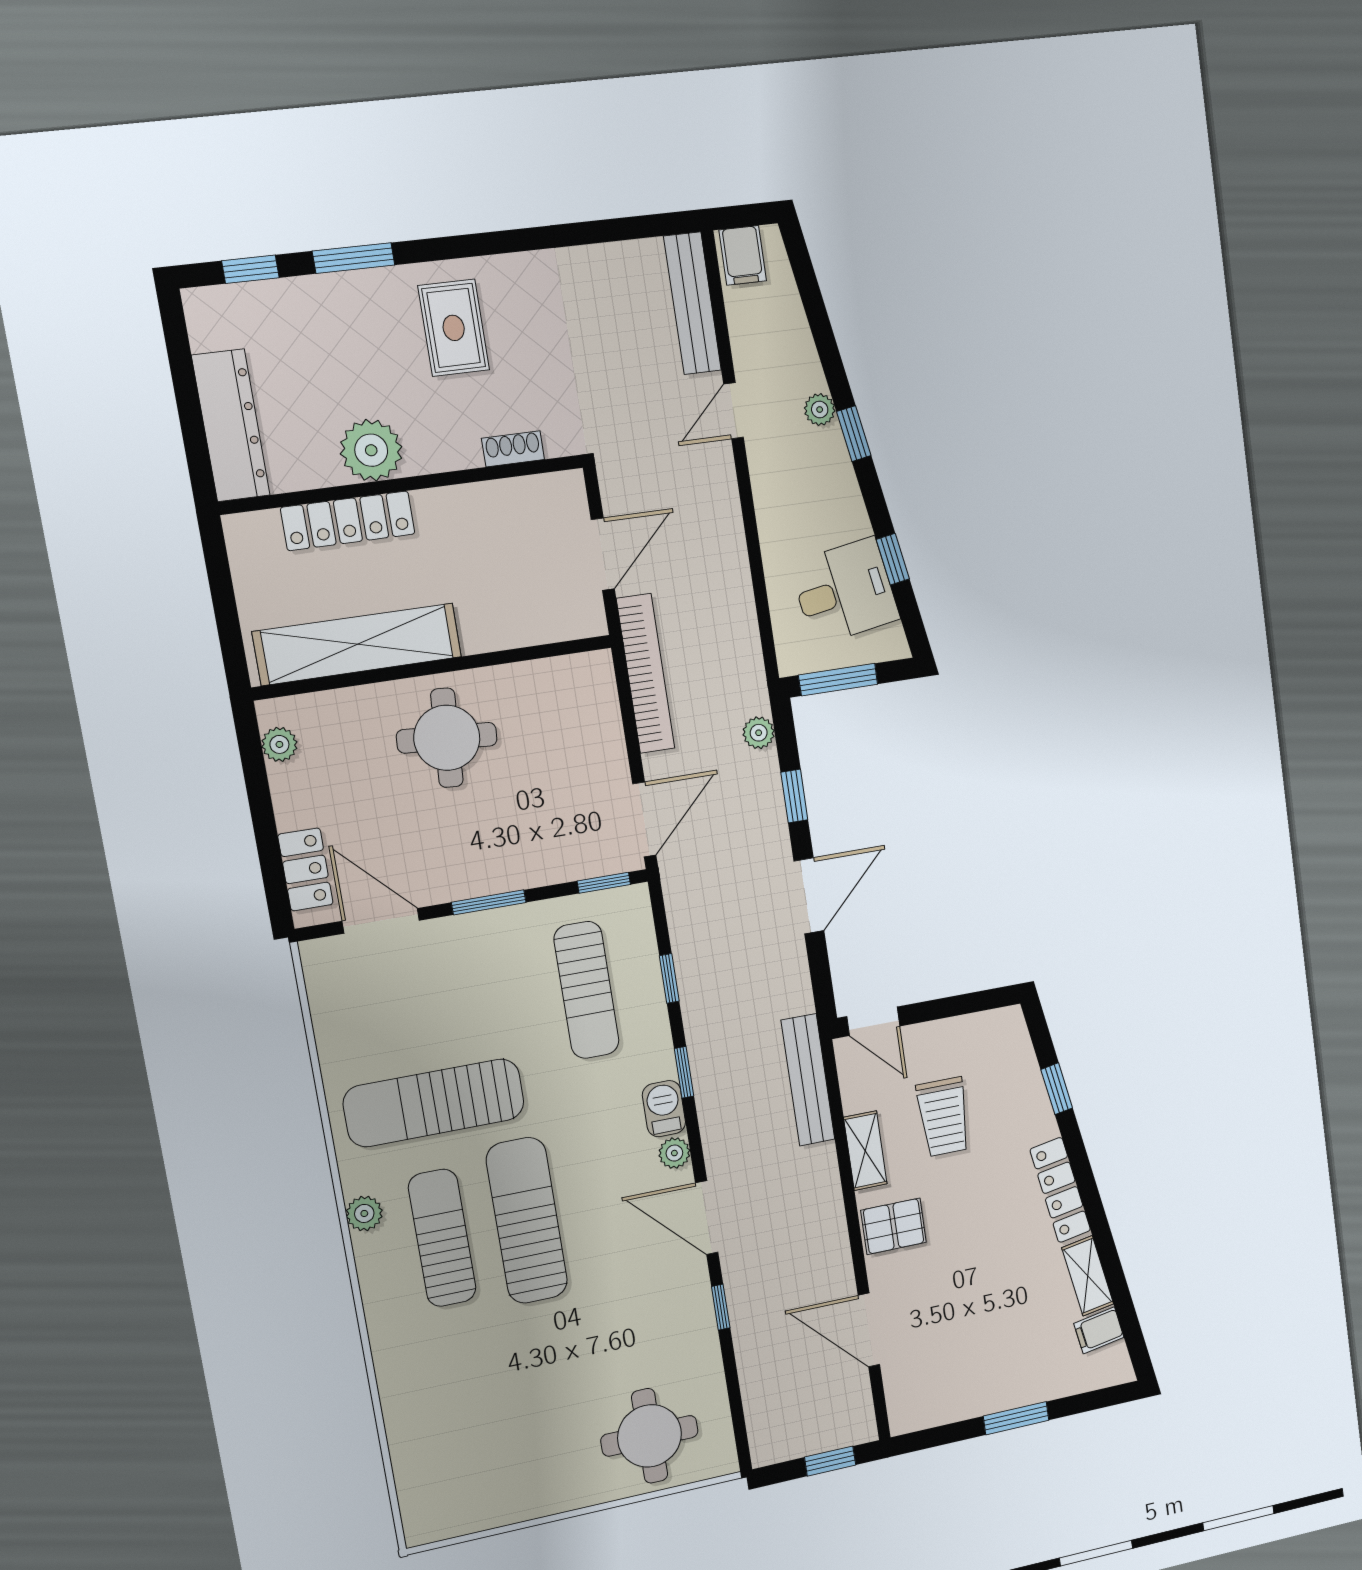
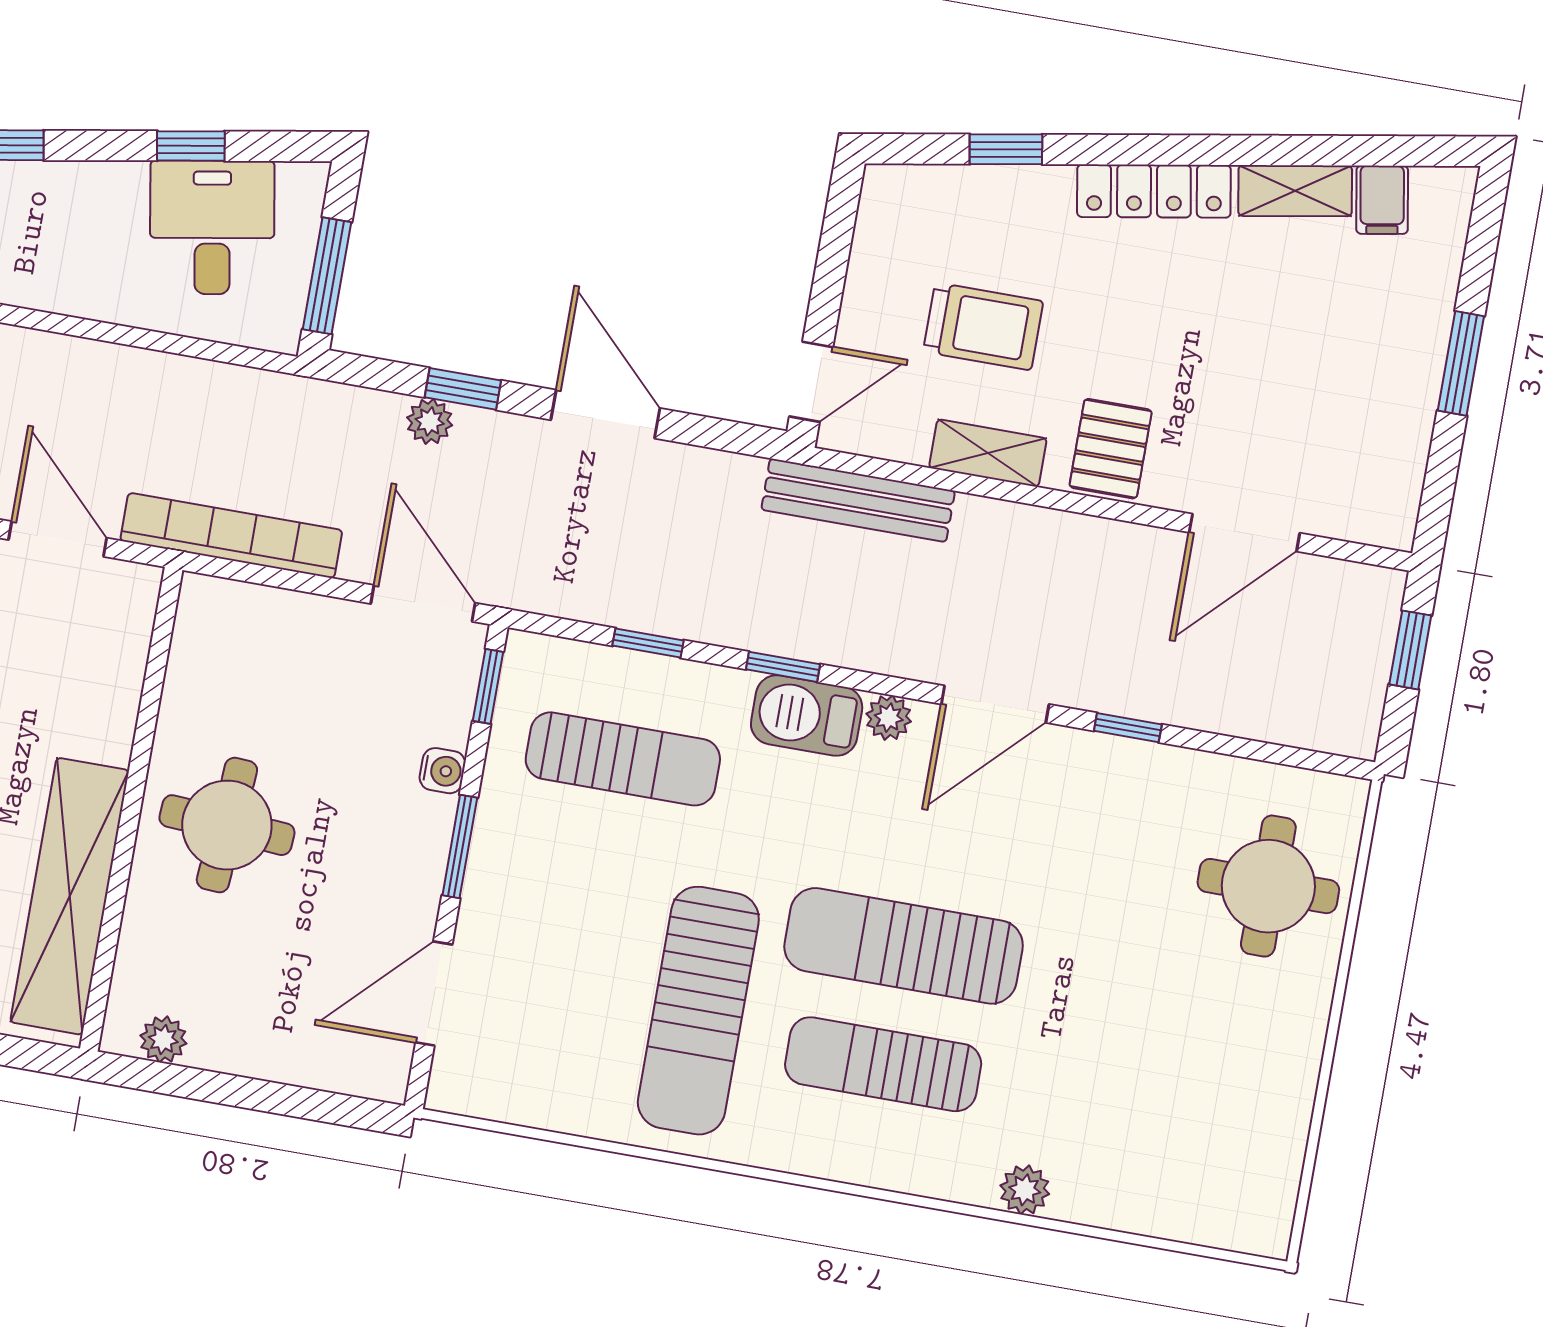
plant: (759, 733) -> (430, 421), moved
locker: (305, 869) -> (334, 1065), removed
water cooler: (536, 872) -> (442, 771), added
barbecue: (664, 1109) -> (807, 716), width x1.38, depth x1.27
plant: (364, 1213) -> (1025, 1190), moved

